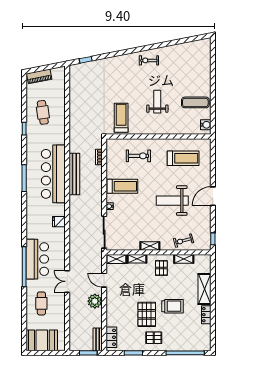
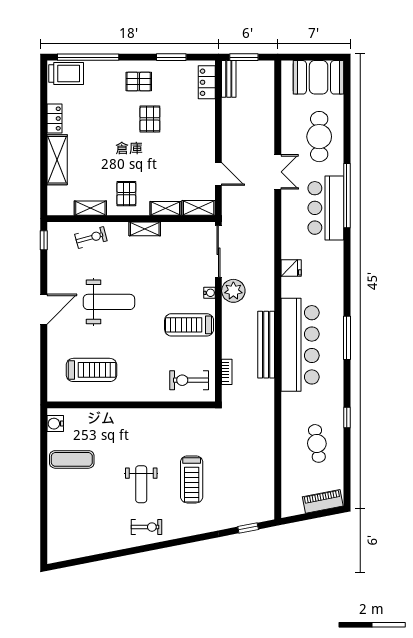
weight bench: (157, 102) -> (141, 484), moved
treadmill: (121, 118) -> (192, 479), moved
exercise bike: (138, 156) -> (189, 380), moved
treadmill: (183, 158) -> (92, 370), turned 180
plant: (95, 301) -> (233, 291), moved
cafe table: (41, 303) -> (319, 137), width x1.37, depth x1.35
trolley: (173, 306) -> (66, 74), moved, turned 180
pallet: (147, 314) -> (150, 119), width x0.67, depth x0.71

